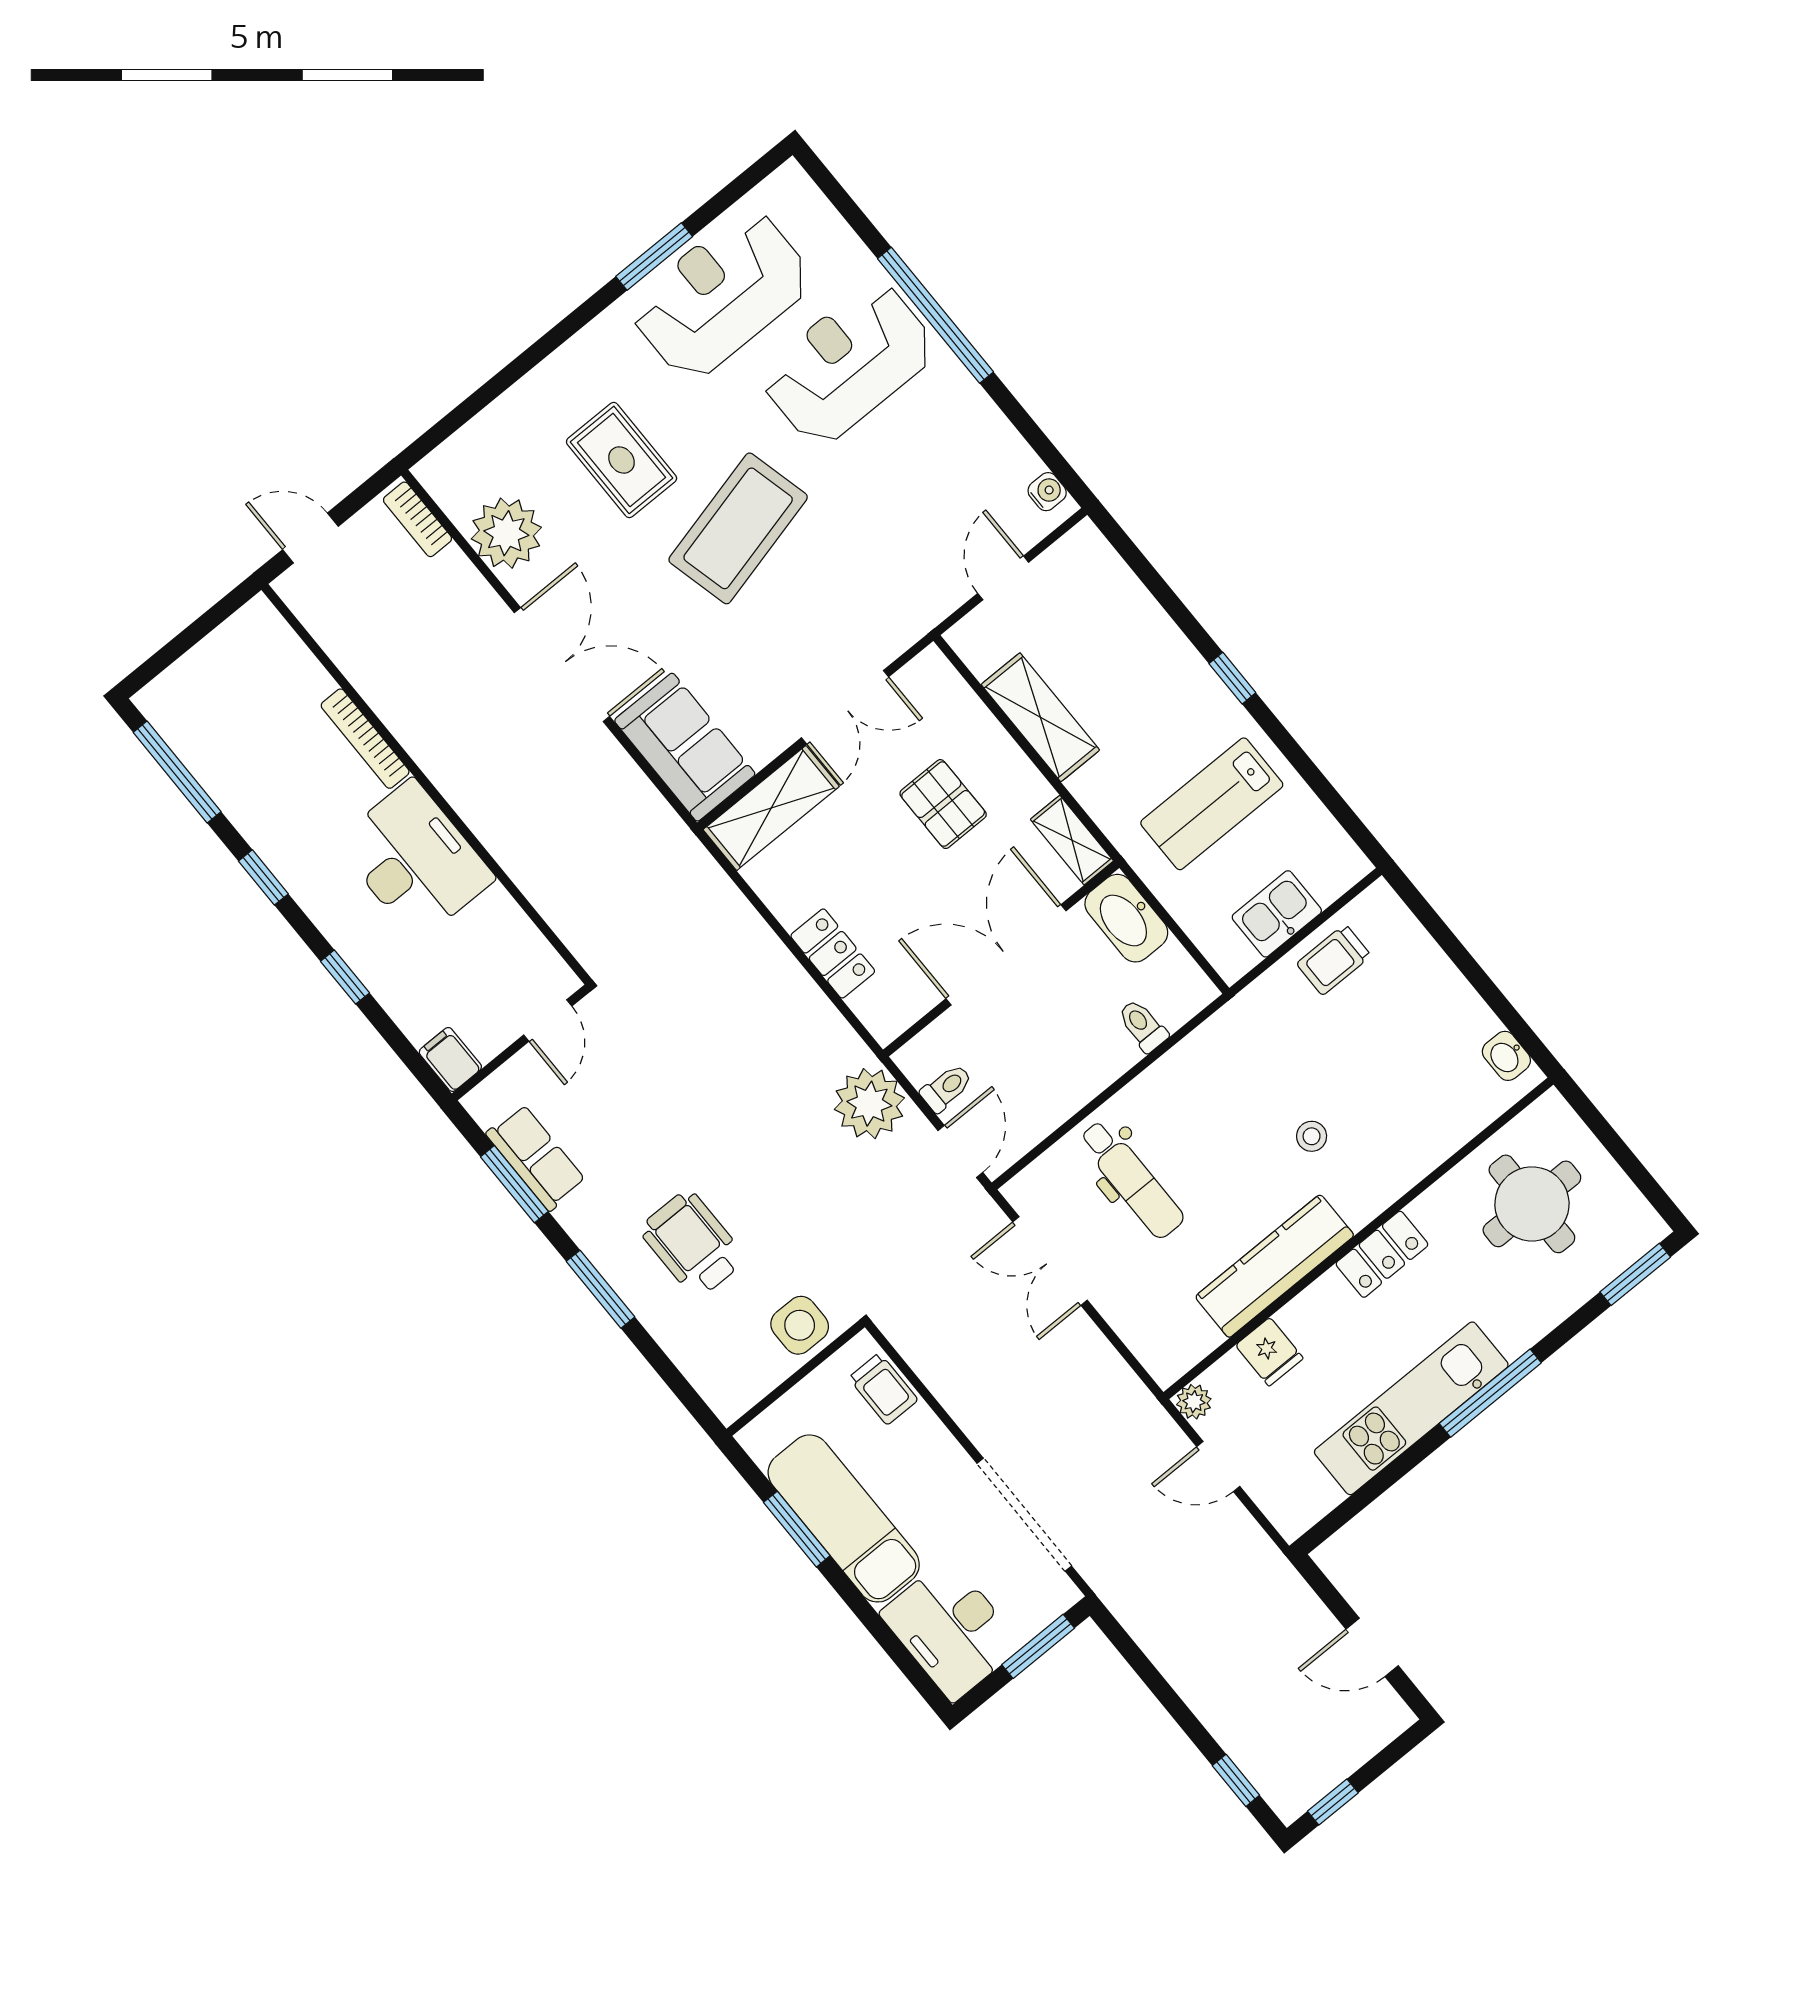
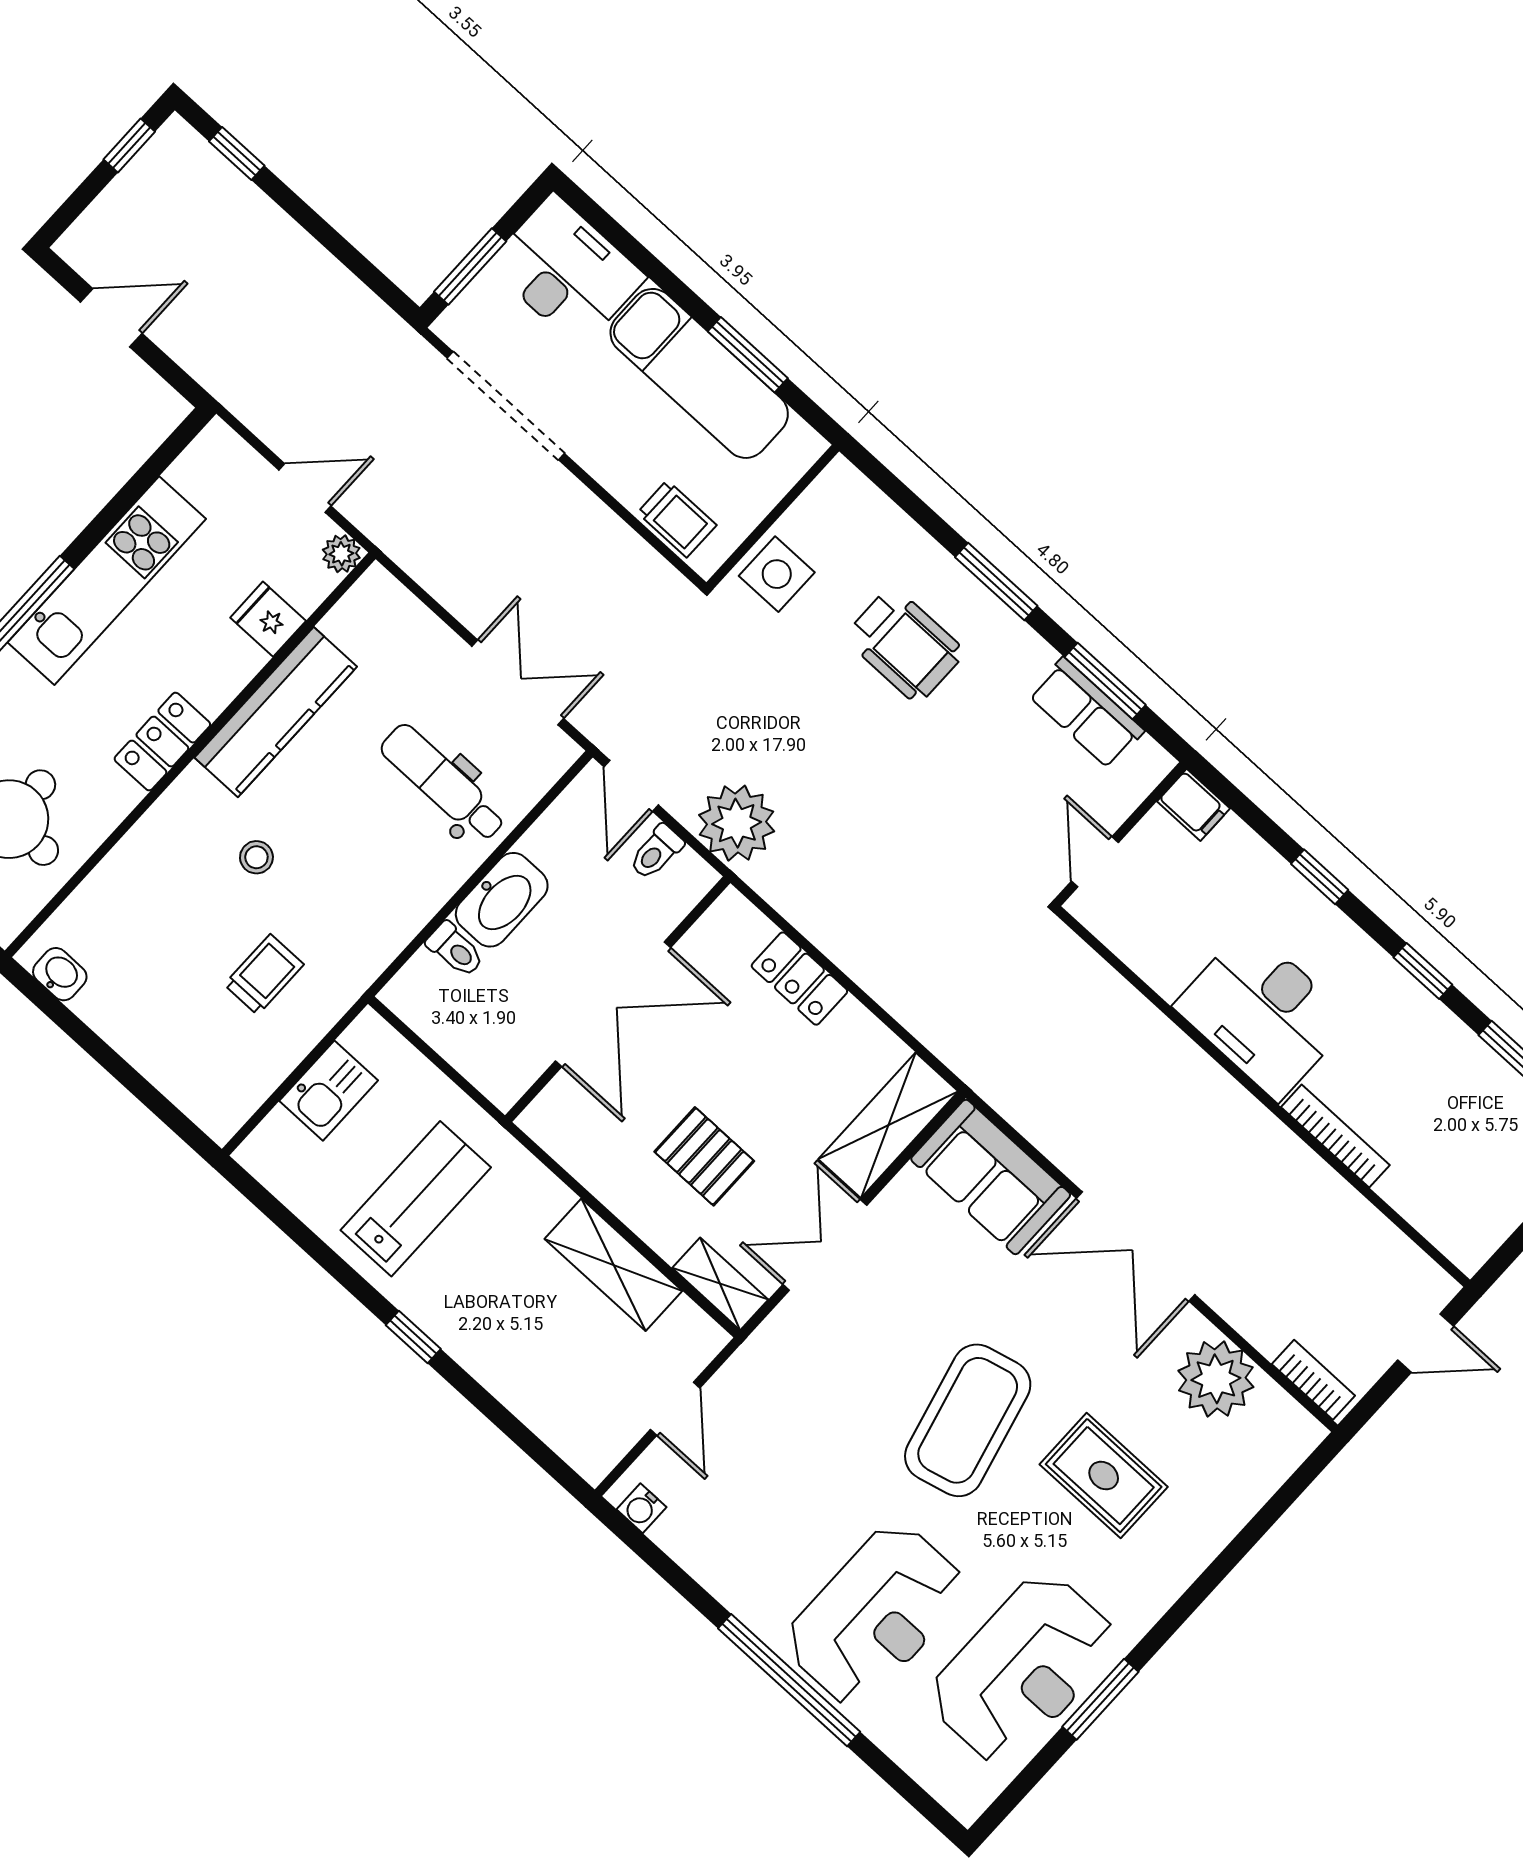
shelving: (1072, 840) -> (720, 1284), moved
washbasin: (1126, 918) -> (502, 900), moved, turned 90
trolley: (1334, 960) -> (264, 974), moved
trolley: (883, 1389) -> (677, 519), turned 180

